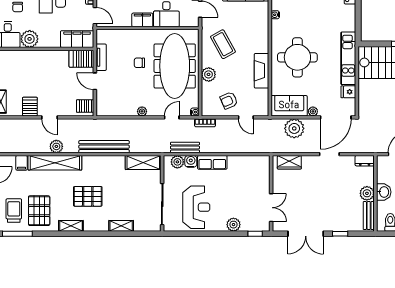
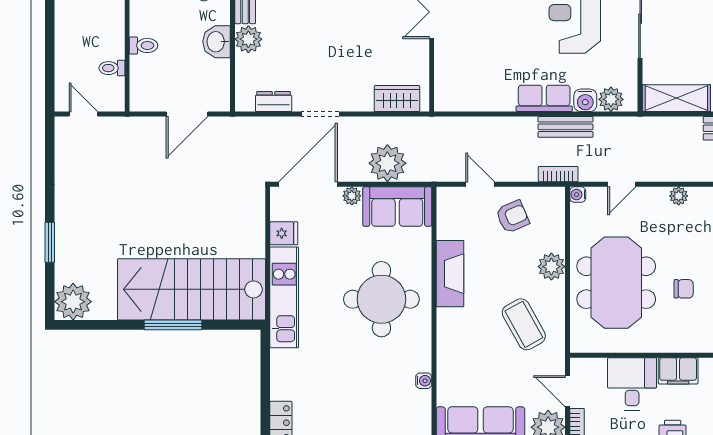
meeting table: (175, 66) -> (616, 283), width x0.73
bench: (185, 147) -> (566, 127), moved
dresser: (365, 161) -> (274, 102), moved

